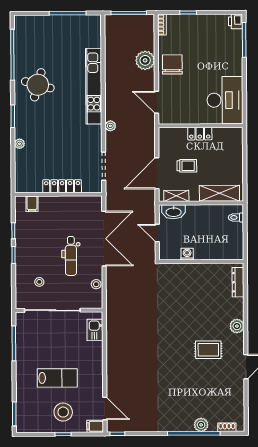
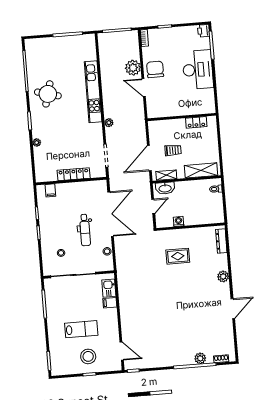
desk: (225, 100) -> (198, 70), moved
door: (157, 102) -> (144, 88), moved
locker: (200, 134) -> (196, 122), moved
door: (157, 233) -> (153, 206), swing flipped
rug: (208, 350) -> (178, 256), moved
filing cabinet: (95, 426) -> (110, 303), moved

